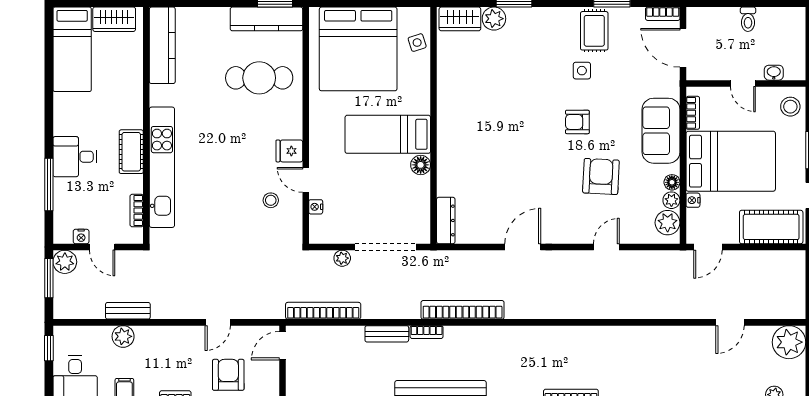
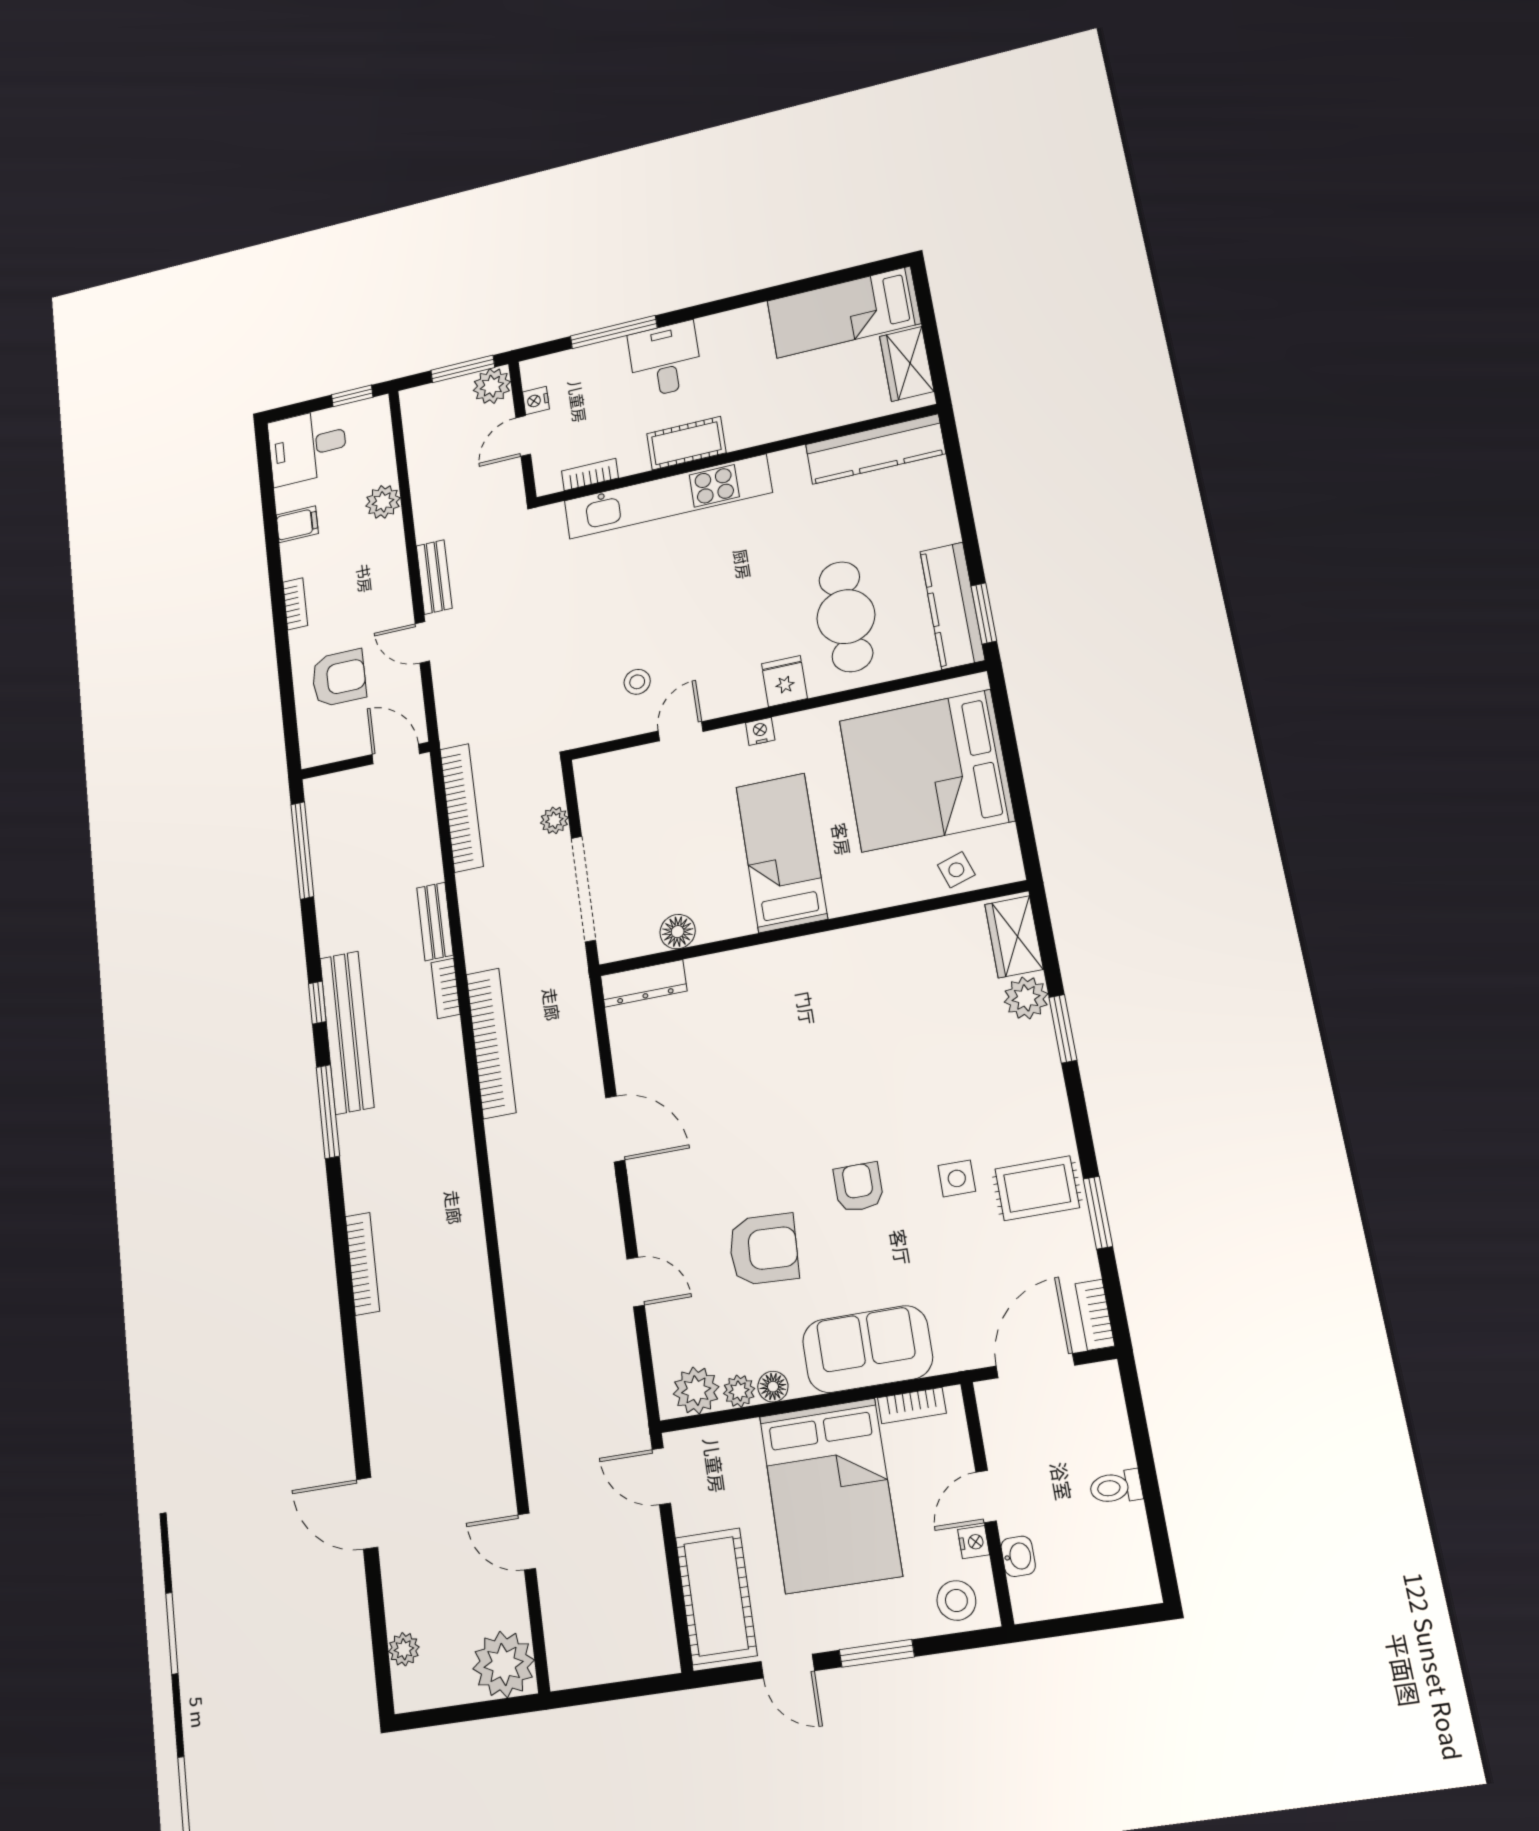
fridge: (289, 151) -> (784, 681), moved
floor lamp: (421, 165) -> (678, 932), moved
nightstand: (693, 200) -> (974, 1542), moved, turned 90
nightstand: (316, 207) -> (760, 731), moved
bench: (128, 311) -> (434, 577), moved

